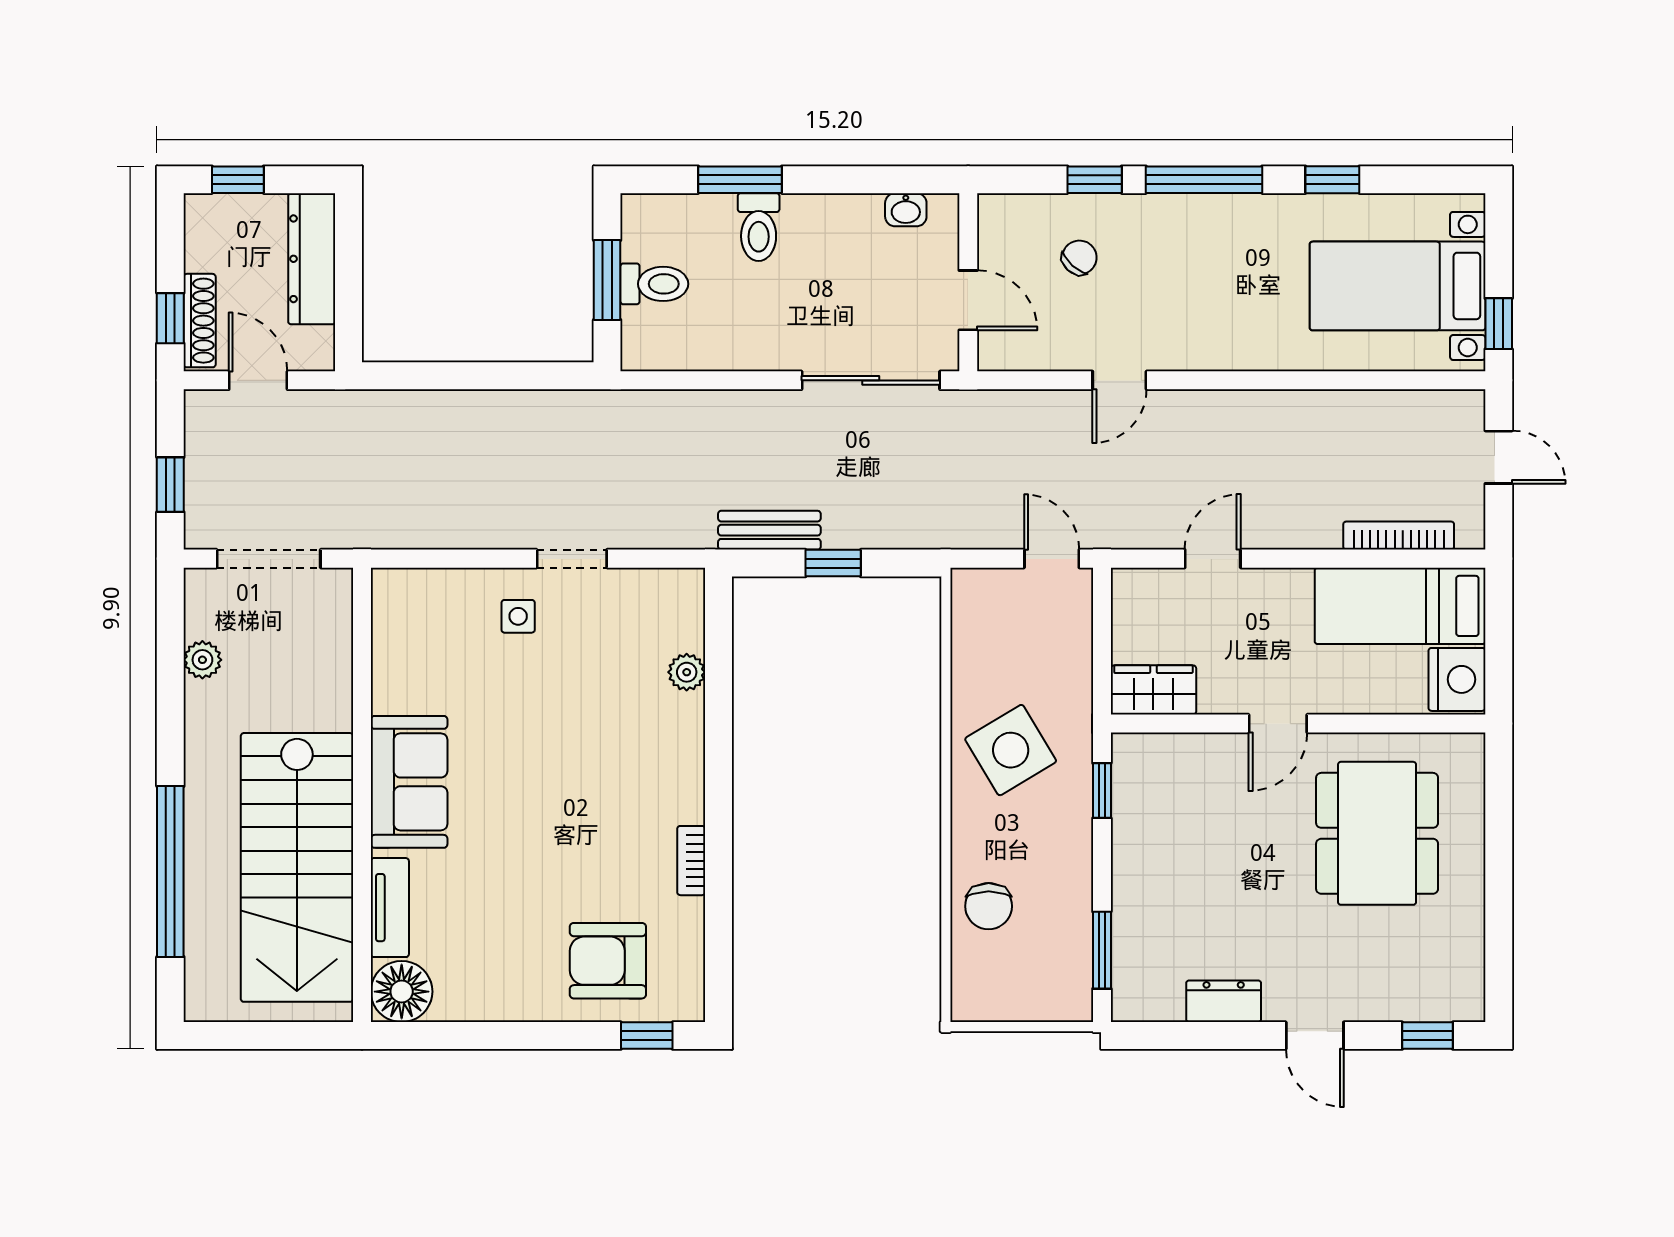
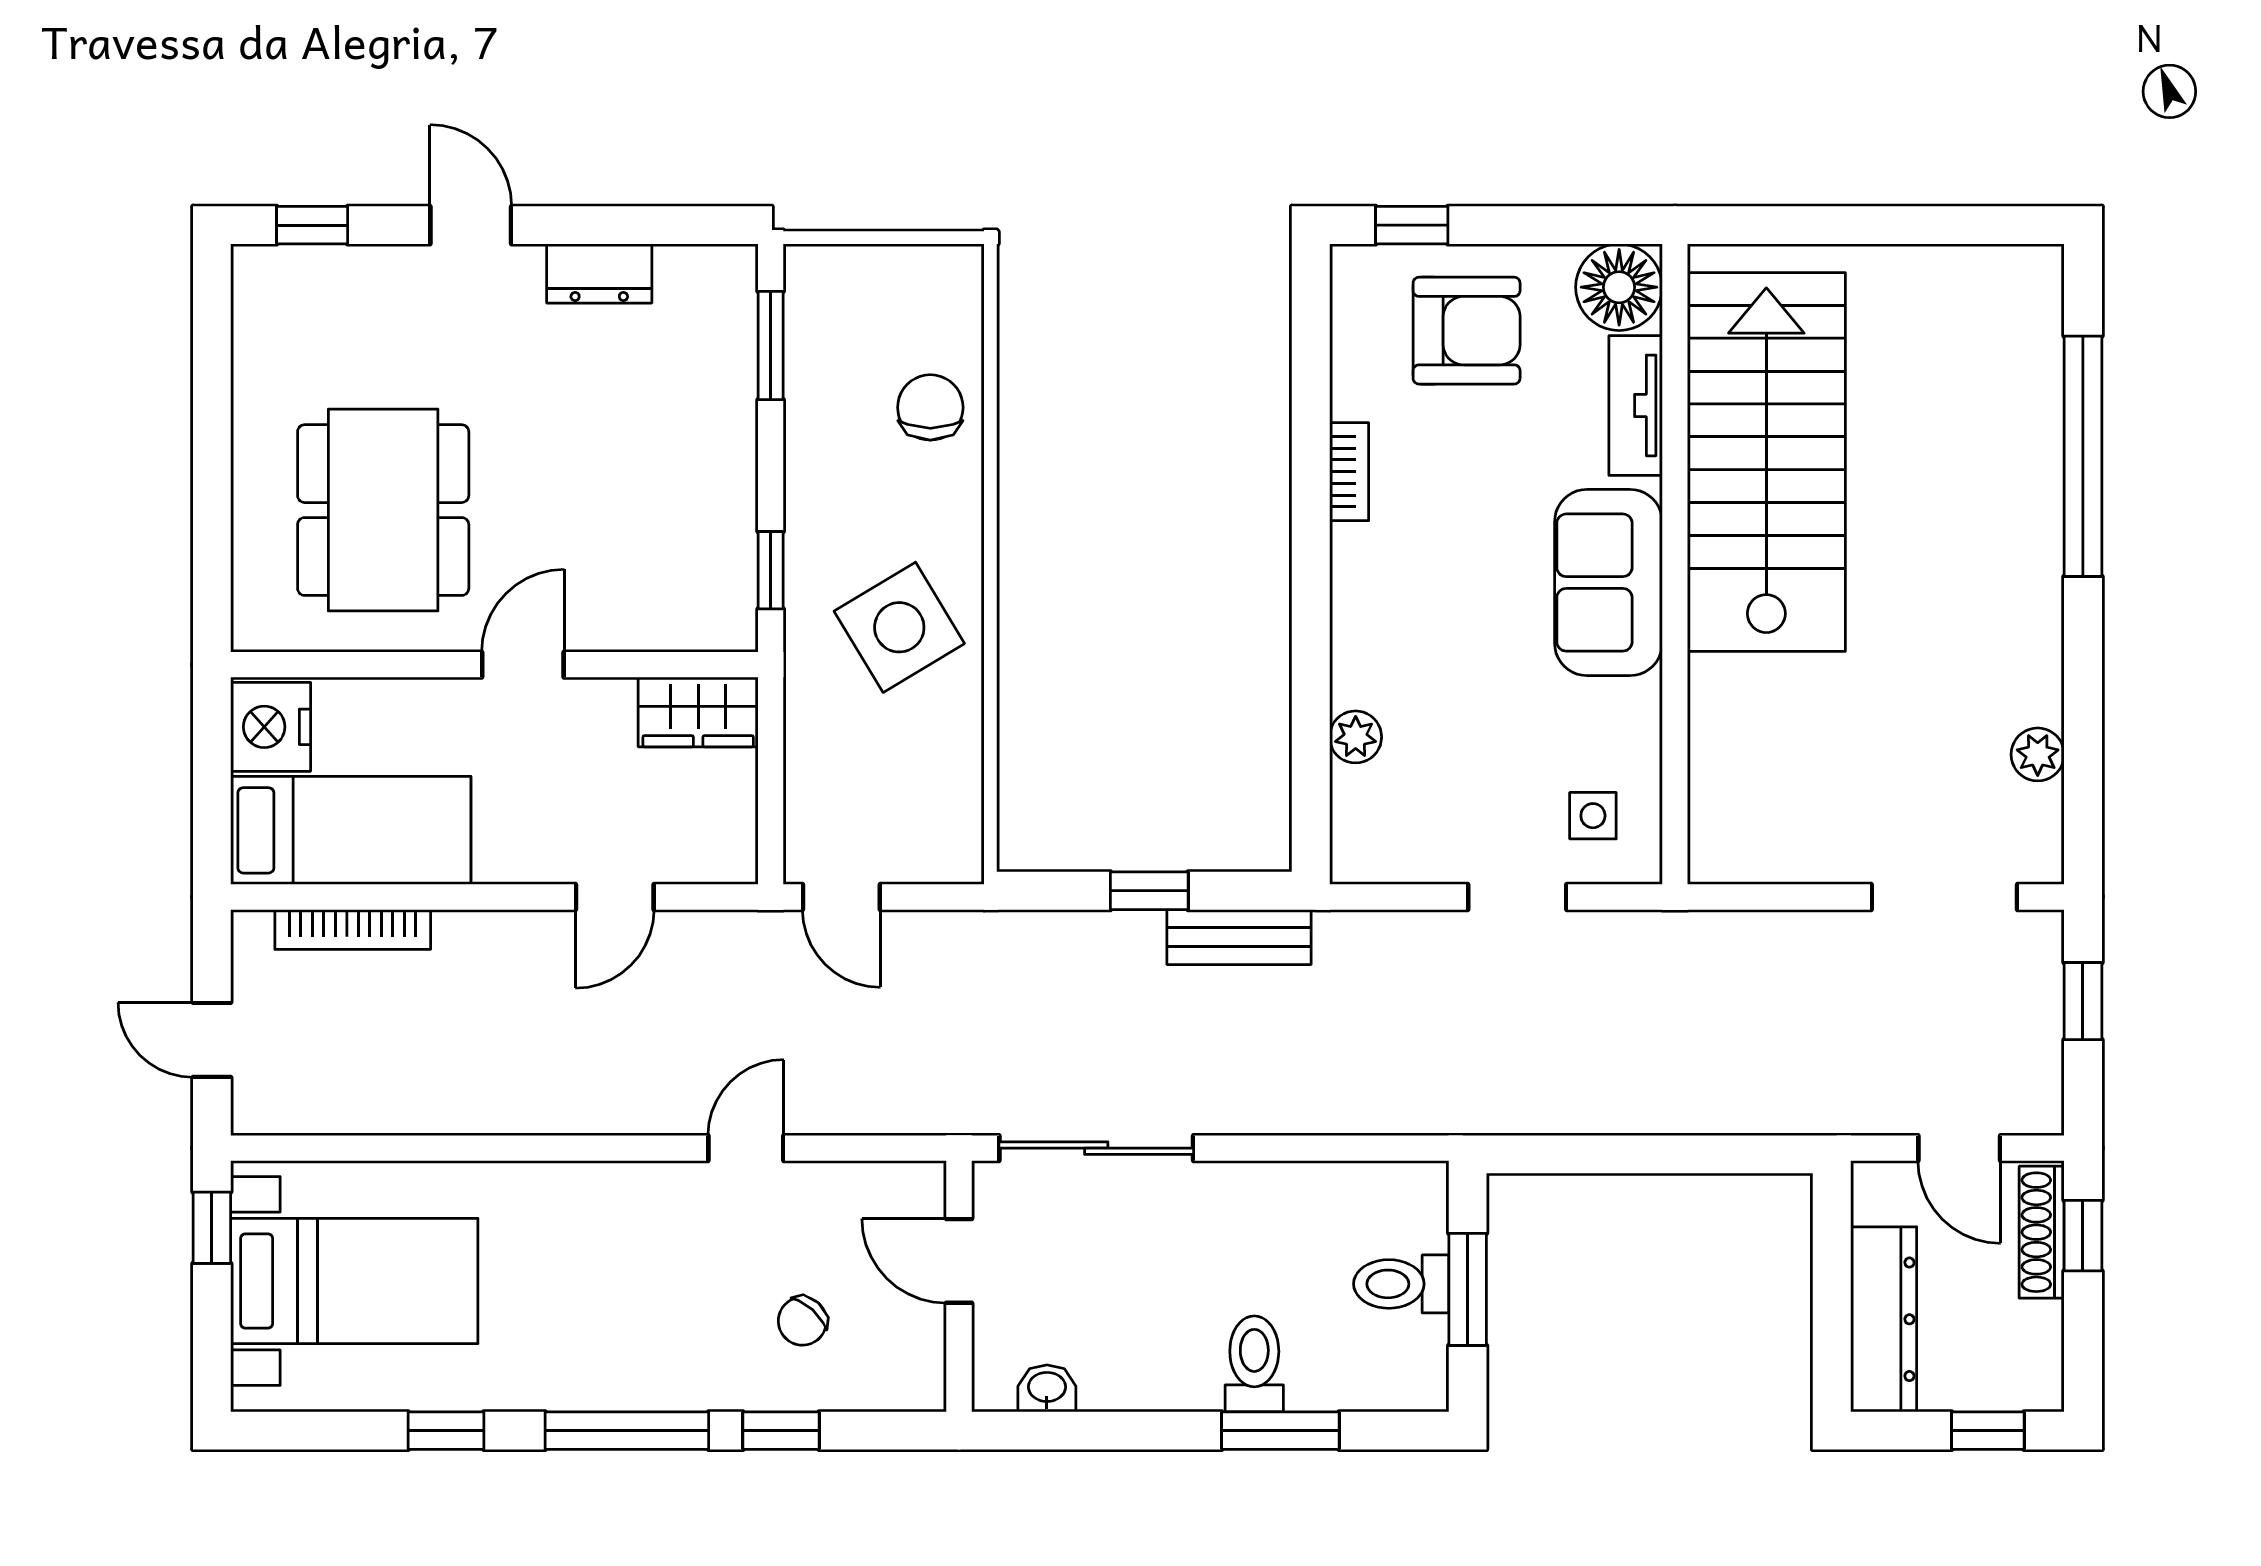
sofa: (409, 782) -> (1608, 583), moved
wall: (362, 795) -> (1675, 564), moved
stairs: (297, 867) -> (1766, 462), moved
tv unit: (390, 908) -> (1636, 405), moved
floor lamp: (402, 992) -> (1619, 287), moved

